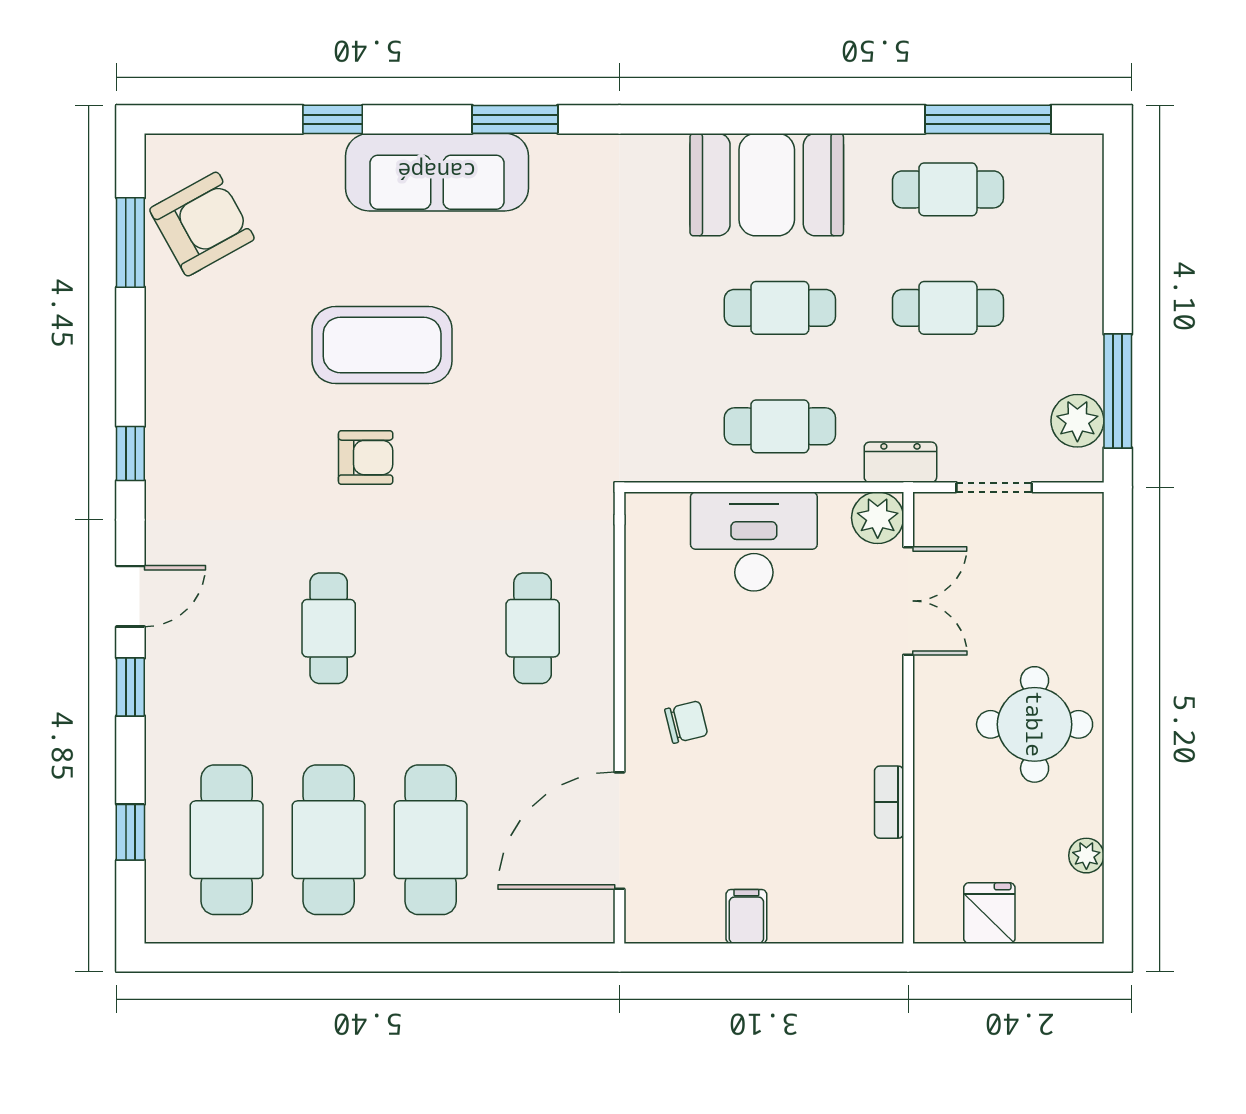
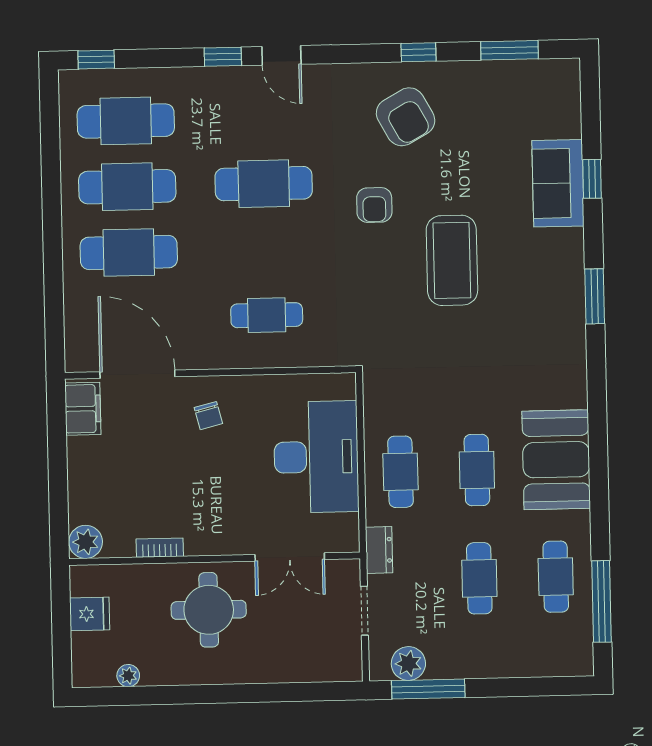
sofa: (437, 172) -> (558, 183), moved, width x0.73
armchair: (202, 224) -> (406, 117), moved
coffee table: (382, 345) -> (452, 260), moved
window: (130, 453) -> (418, 52), moved
plant: (878, 518) -> (86, 542), moved
desk: (754, 542) -> (316, 457), width x1.36, depth x1.30
cafe table: (329, 628) -> (264, 184), width x1.37, depth x1.35
round table: (1035, 724) -> (209, 610), moved
window: (130, 832) -> (96, 60), moved
filing cabinet: (746, 916) -> (83, 409), moved, width x2.00

